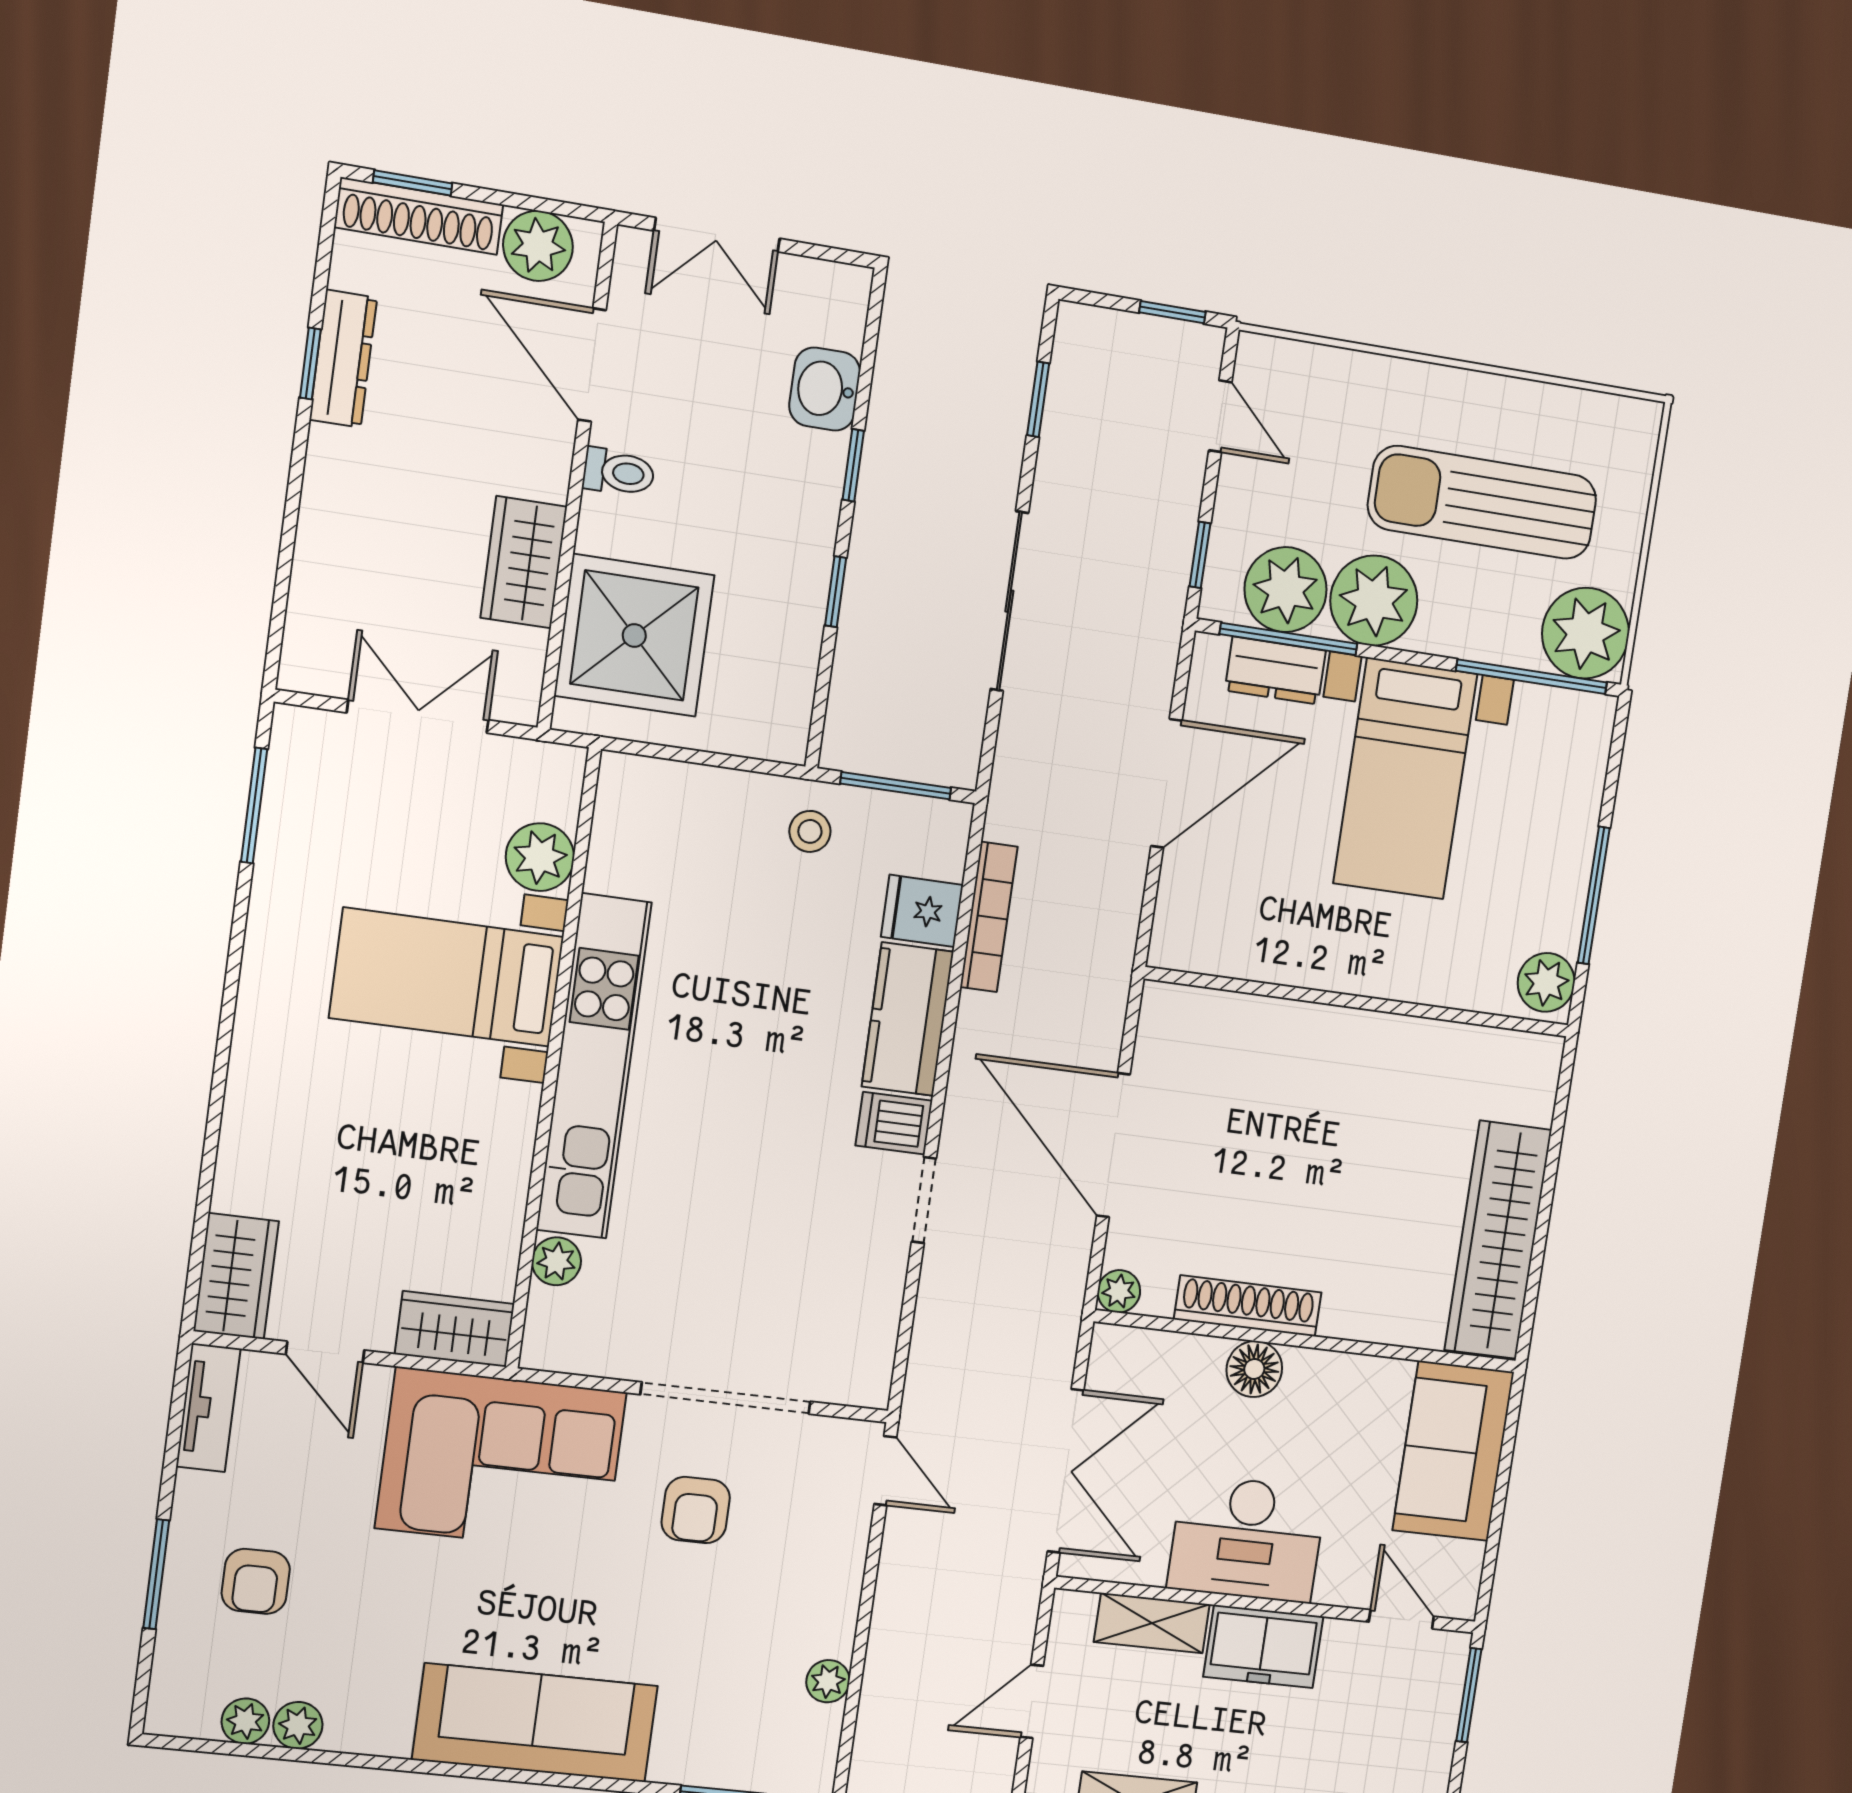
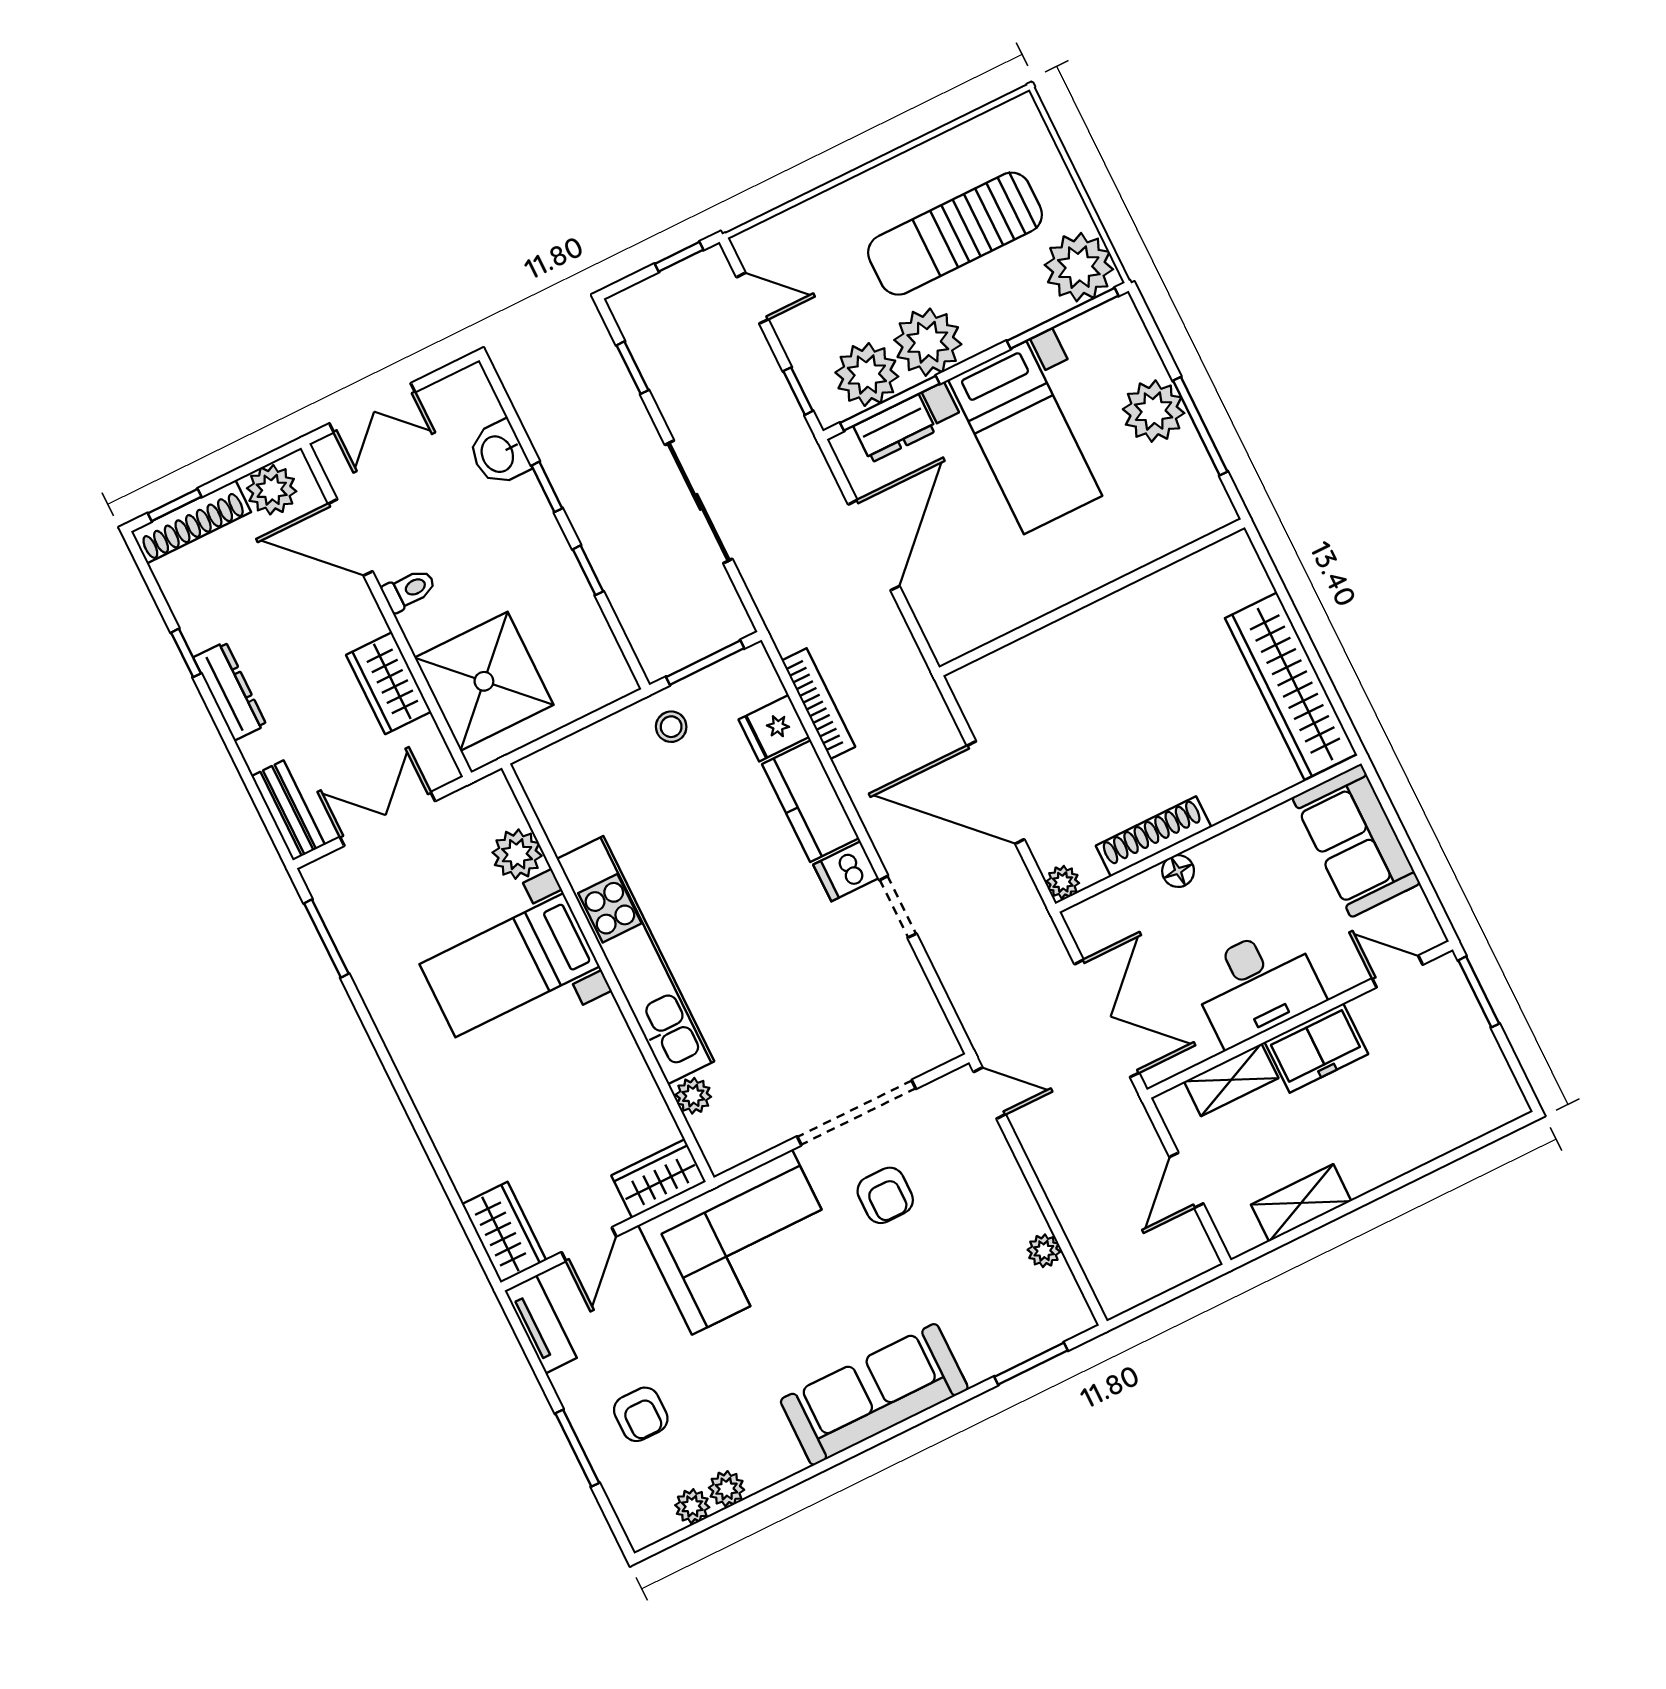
dresser: (343, 359) -> (230, 691), moved
bench: (308, 628) -> (288, 810), added
plant: (1546, 982) -> (1154, 411), moved, width x1.36, depth x1.36
door: (325, 1352) -> (589, 1244), hinge flipped
floor lamp: (1254, 1369) -> (1178, 871), width x0.73, depth x0.73

